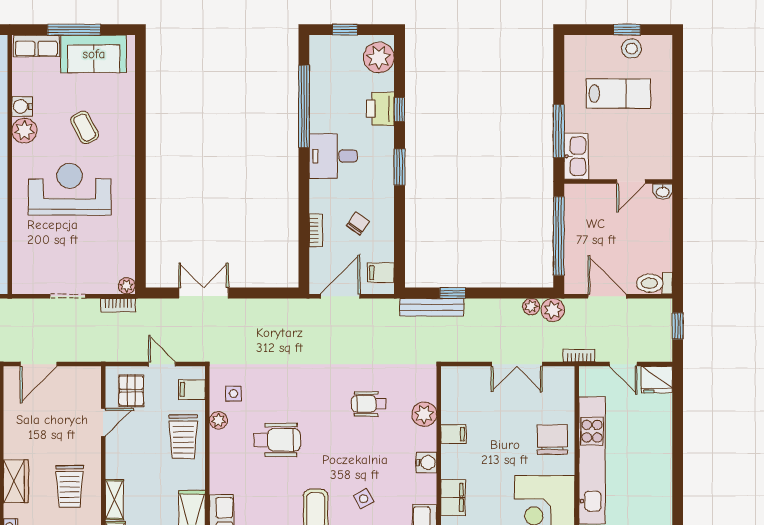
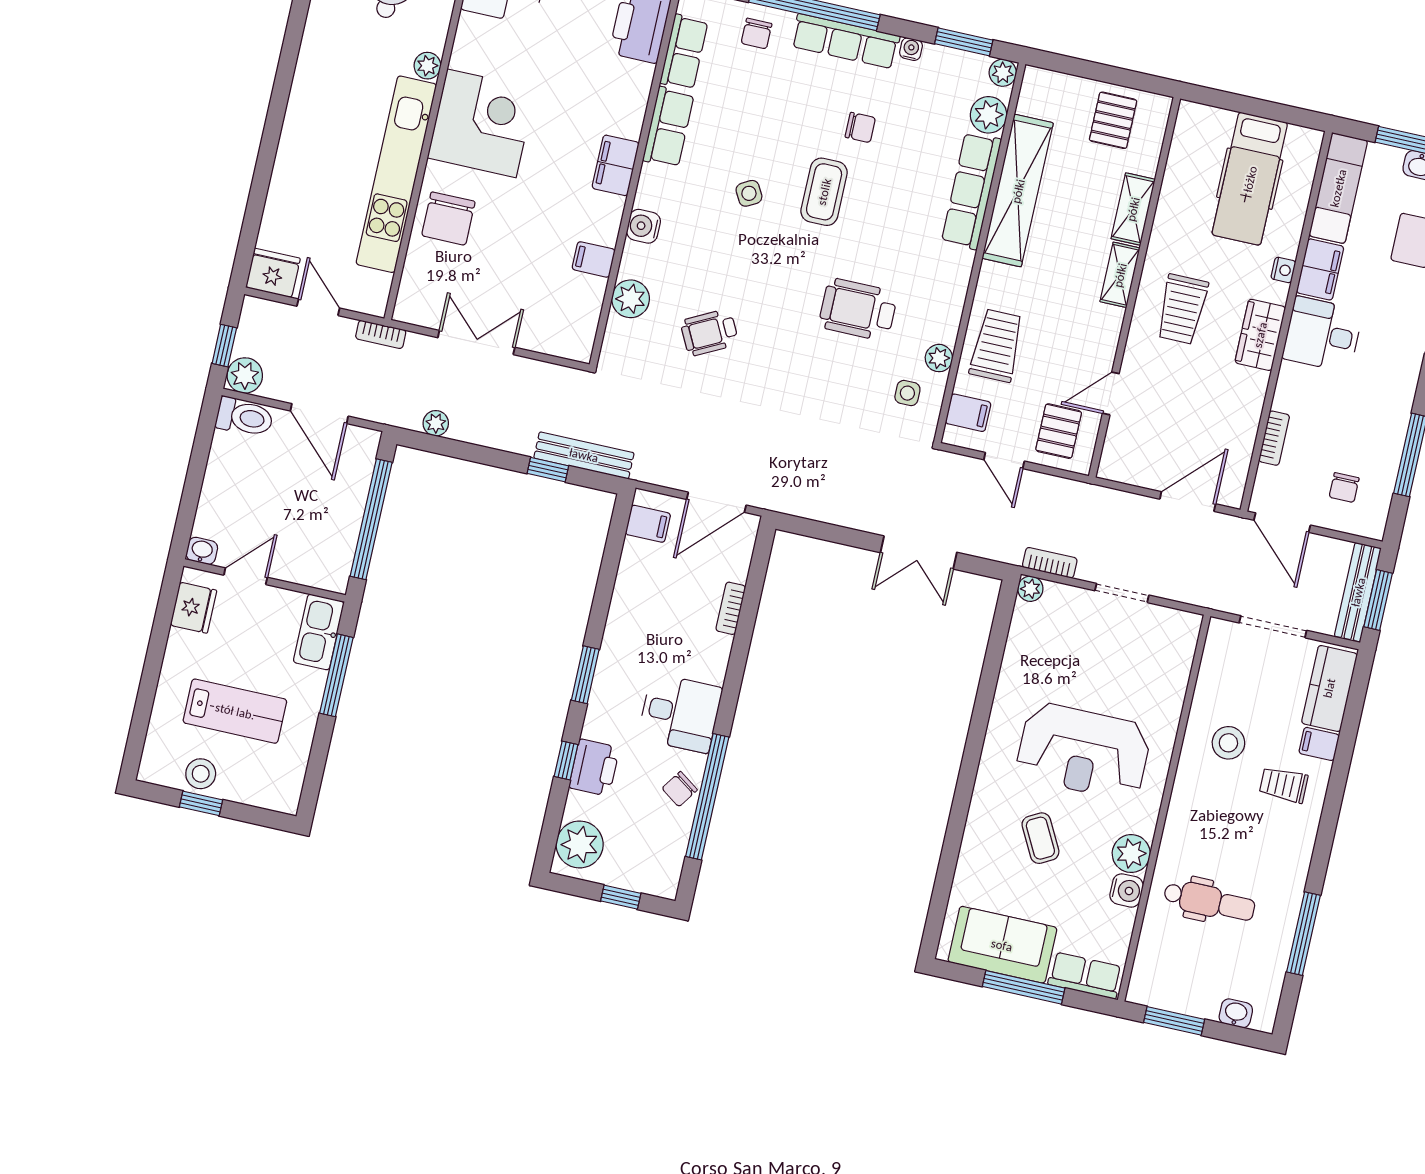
lab bench: (619, 94) -> (235, 711), turned 180
fridge: (660, 154) -> (194, 608), added
chair: (358, 223) -> (680, 789), moved
plant: (553, 310) -> (245, 375), moved
wheelchair: (369, 404) -> (709, 333), turned 153
trolley: (70, 486) -> (1182, 309), turned 180

